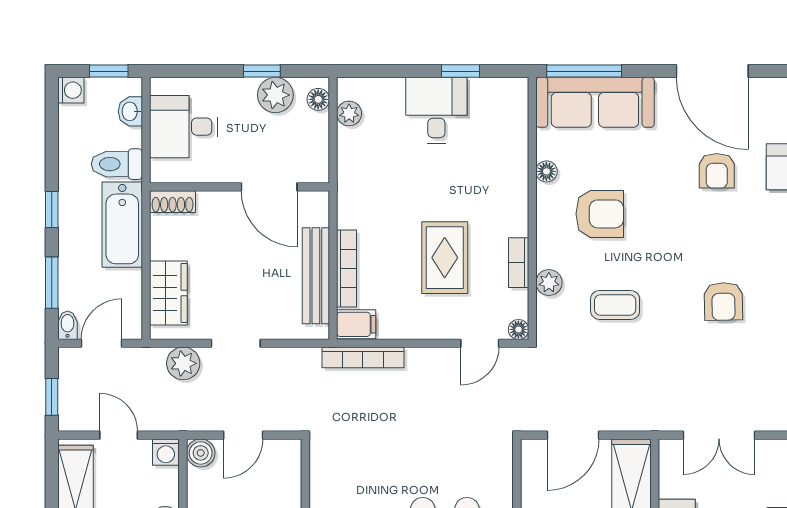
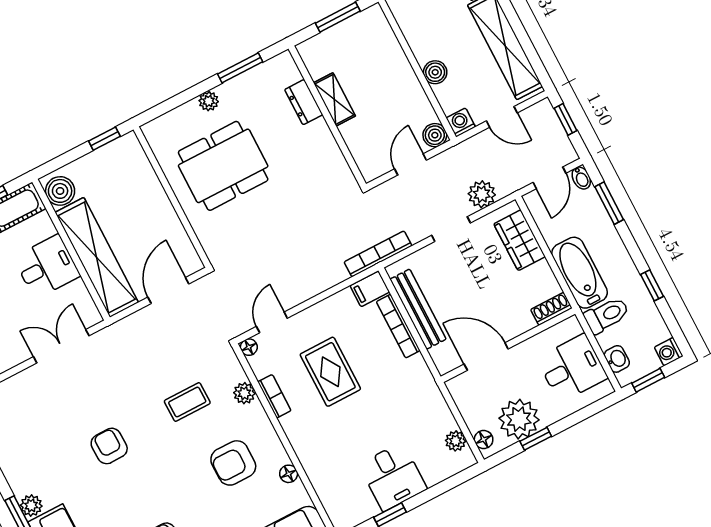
plant: (275, 95) -> (519, 419), width x1.36, depth x1.36
window: (52, 209) -> (652, 285), moved
bookcase: (363, 357) -> (378, 254), moved

